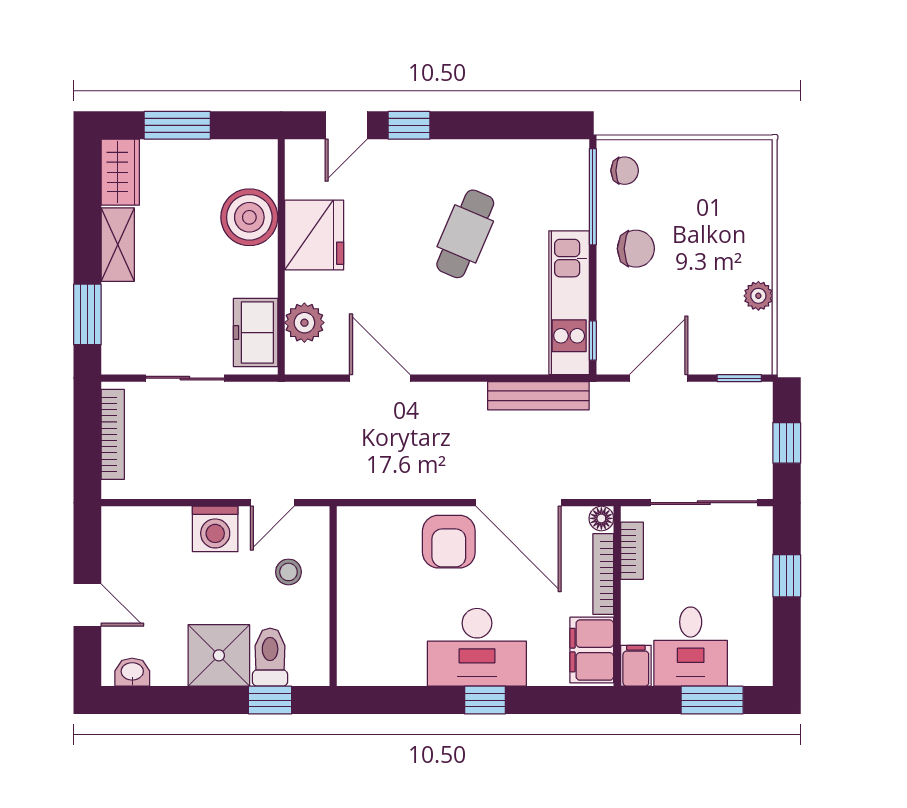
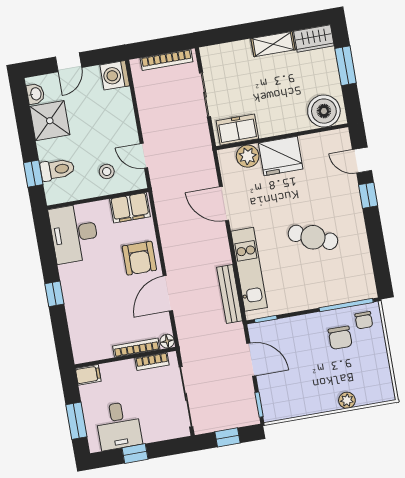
boiler: (249, 217) -> (324, 111), moved
fridge: (314, 235) -> (281, 156), moved
chair: (636, 249) -> (340, 338), moved
plant: (758, 296) -> (347, 400), moved
kitchen unit: (569, 303) -> (249, 269), moved, turned 90
window: (87, 314) -> (231, 34), removed
door: (380, 378) -> (224, 204), swing flipped
door: (519, 503) -> (168, 293), width x0.73
washing machine: (215, 529) -> (115, 75), moved
armchair: (449, 542) -> (139, 258), turned -90
window: (787, 576) -> (135, 454), moved
desk: (477, 647) -> (74, 233), moved
desk: (691, 647) -> (118, 426), moved, turned -90
filing cabinet: (592, 650) -> (130, 208), moved, turned 180
shower: (219, 655) -> (50, 121), moved

